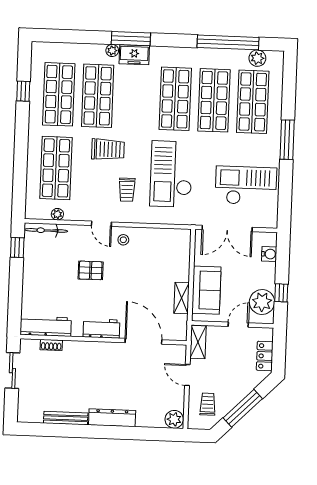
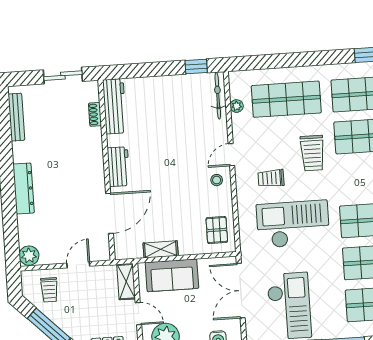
pallet: (91, 270) -> (217, 230), moved
shelving: (198, 342) -> (126, 282), moved, turned 90
trolley: (208, 404) -> (49, 290), turned 90
bench: (66, 418) -> (16, 117), moved

